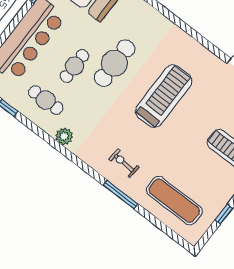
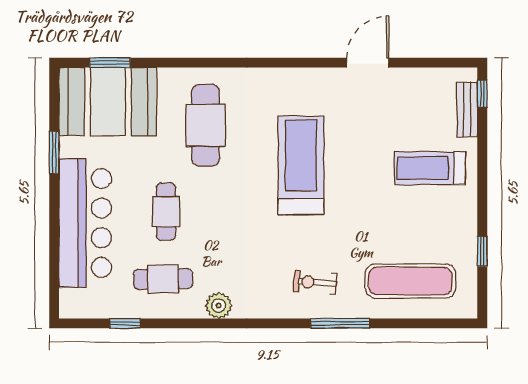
cafe table: (115, 63) -> (206, 125), moved

